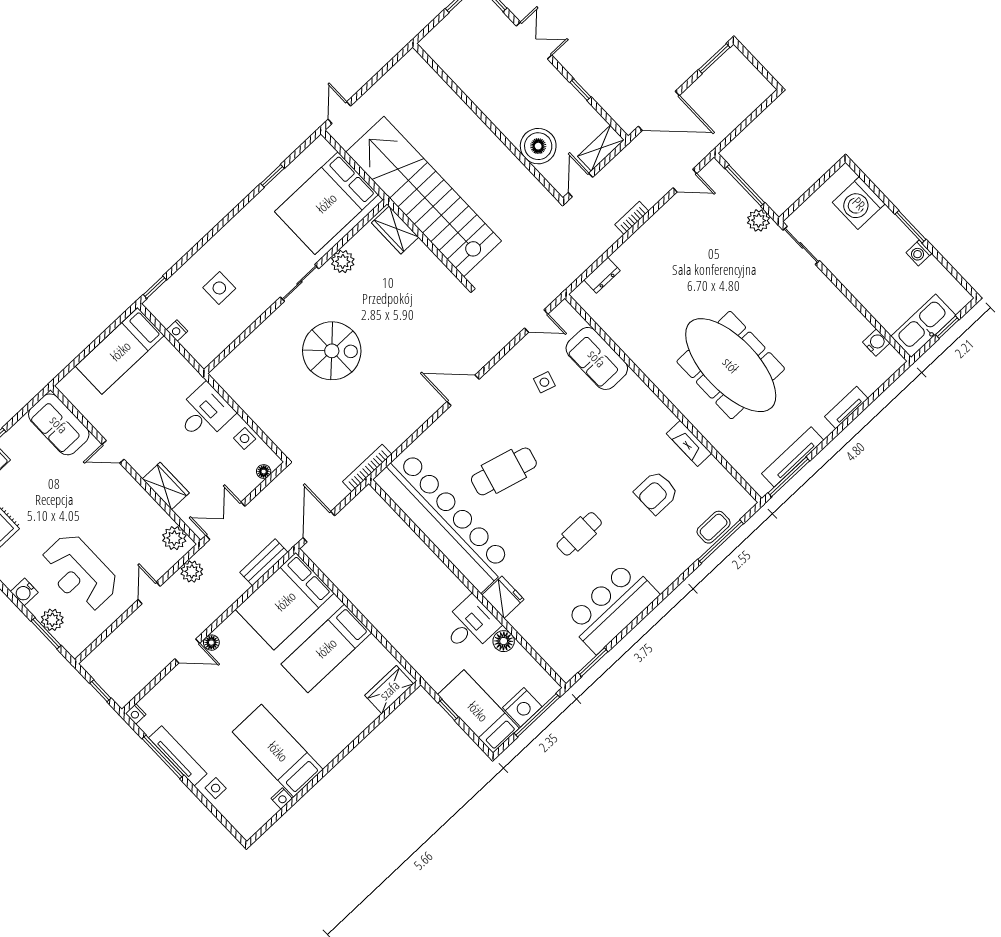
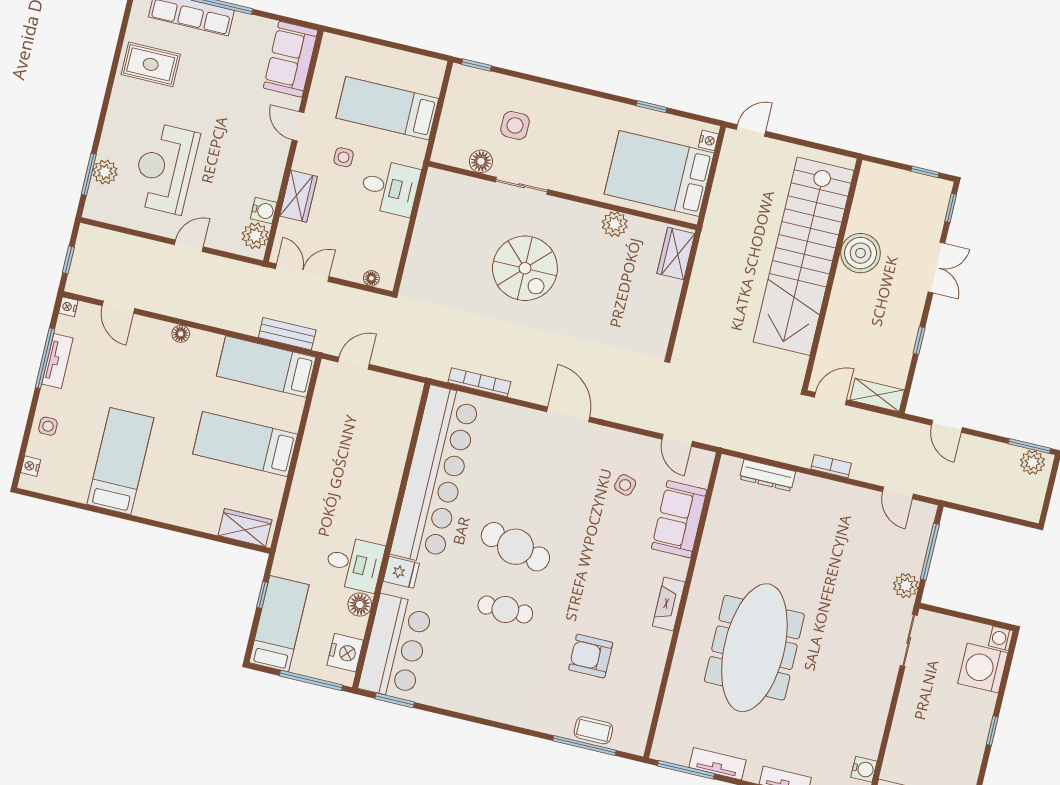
door: (659, 111) -> (947, 426), width x0.53
boiler: (538, 146) -> (861, 253), moved
stairs: (424, 196) -> (804, 256), moved, turned 180
window: (910, 227) -> (992, 731), width x0.67
washing machine: (919, 253) -> (1001, 638), moved
dresser: (602, 275) -> (767, 475), width x1.44
sliding door: (300, 283) -> (522, 186), moved
nightstand: (177, 330) -> (708, 140), moved, turned 180
floor lamp: (230, 331) -> (481, 161), added
bed: (120, 351) -> (387, 108), moved
side table: (245, 439) -> (344, 157), moved
fireplace: (689, 443) -> (669, 604), moved
tv unit: (793, 457) -> (717, 764), width x0.71
bookcase: (367, 468) -> (479, 382), moved
cafe table: (504, 471) -> (515, 547), moved
door: (319, 527) -> (354, 363), width x0.73
plant: (192, 571) -> (1032, 462), moved
water cooler: (24, 592) -> (264, 211), moved, turned 180
fridge: (503, 597) -> (401, 572), width x0.72
bed: (285, 601) -> (266, 367), width x0.67
bar counter: (612, 607) -> (396, 647), moved, turned 90
door: (187, 651) -> (118, 307), moved
nightstand: (522, 707) -> (345, 653), moved, turned -90
tv unit: (178, 756) -> (57, 361), width x0.71
nightstand: (282, 798) -> (31, 466), moved, turned 90

